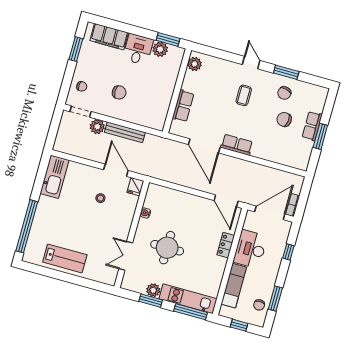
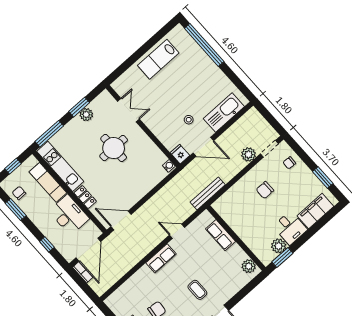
bench: (125, 132) -> (208, 193), moved
door: (204, 146) -> (177, 231), width x0.53
kitchen sink: (55, 177) -> (224, 113), moved, turned 90
water cooler: (145, 213) -> (169, 166), moved
kitchen unit: (188, 299) -> (60, 166), moved, turned -90

